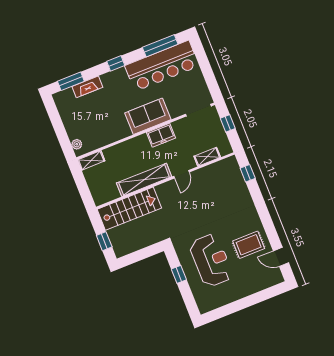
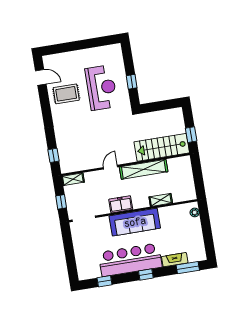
window: (160, 46) -> (105, 281), width x0.46
bar counter: (162, 66) -> (130, 260), moved
sofa: (148, 116) -> (135, 222), width x1.36
shelving: (207, 157) -> (73, 179), moved
shelving: (91, 160) -> (161, 200), moved
window: (104, 241) -> (191, 135), moved
reception desk: (211, 260) -> (101, 88), turned 180

